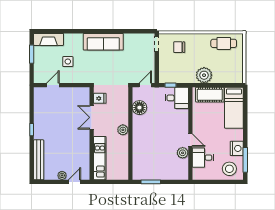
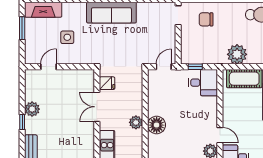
floor lamp: (139, 108) -> (157, 125), moved
plant: (40, 119) -> (32, 109), added

